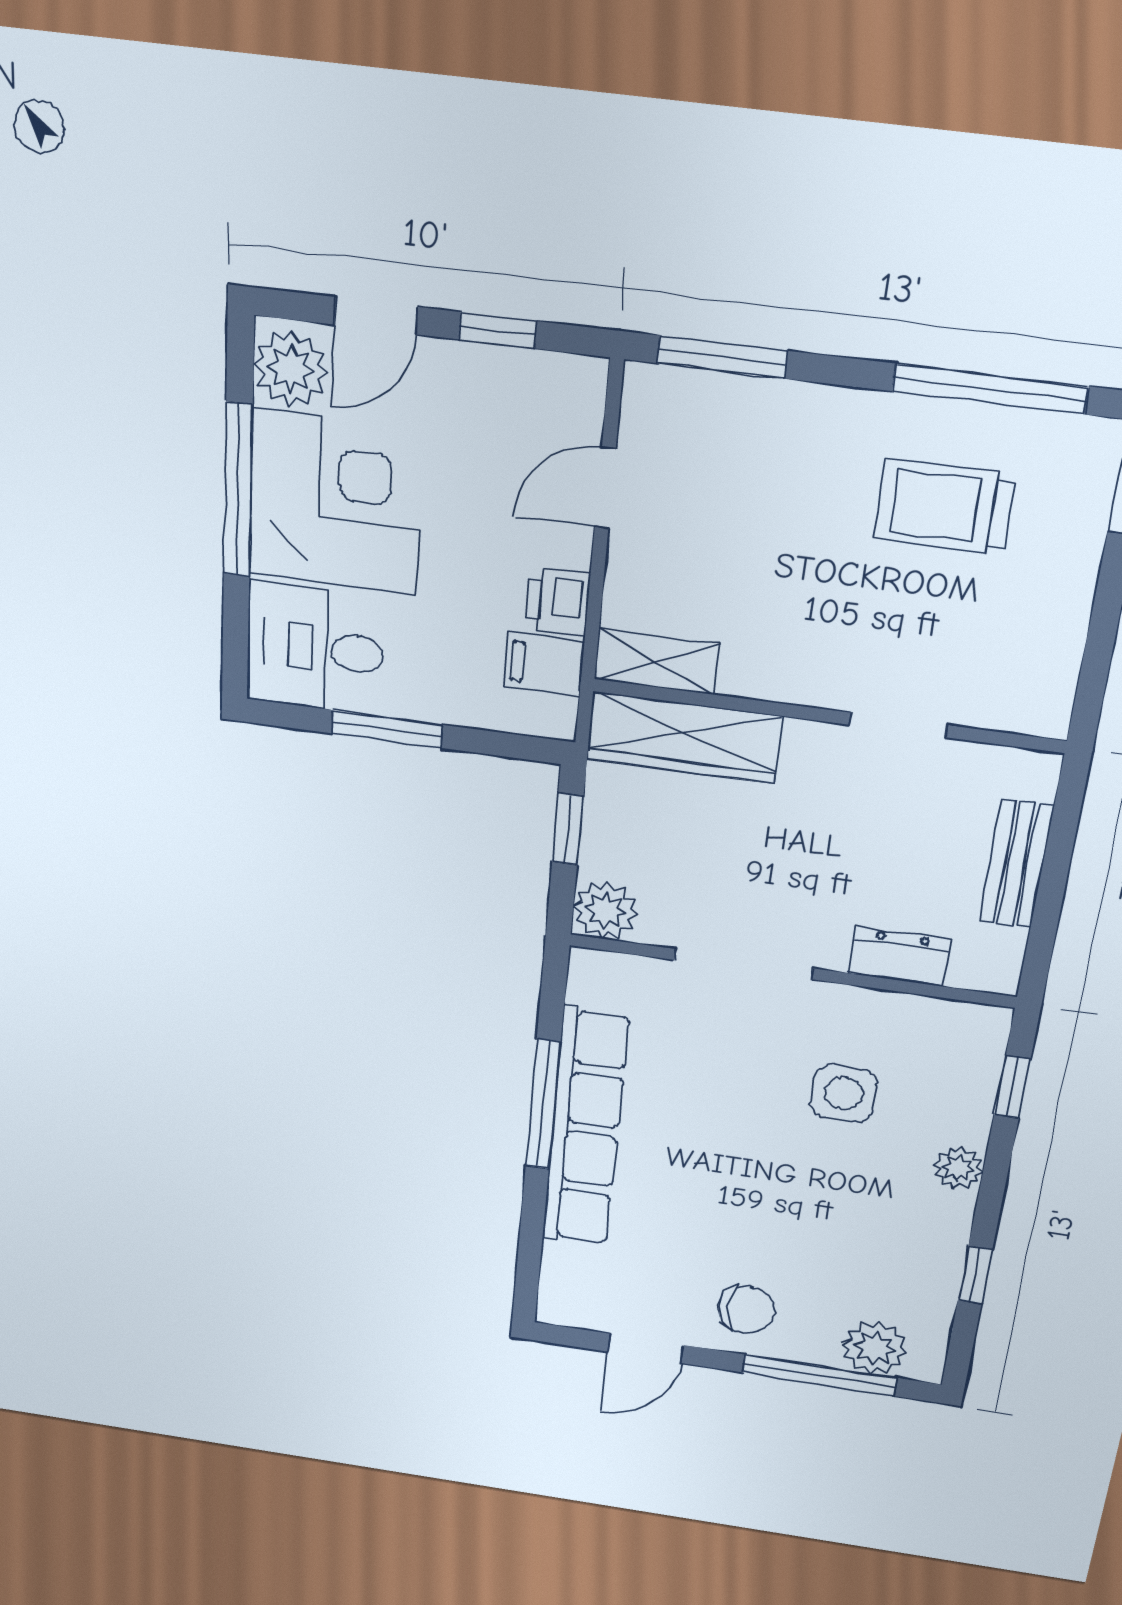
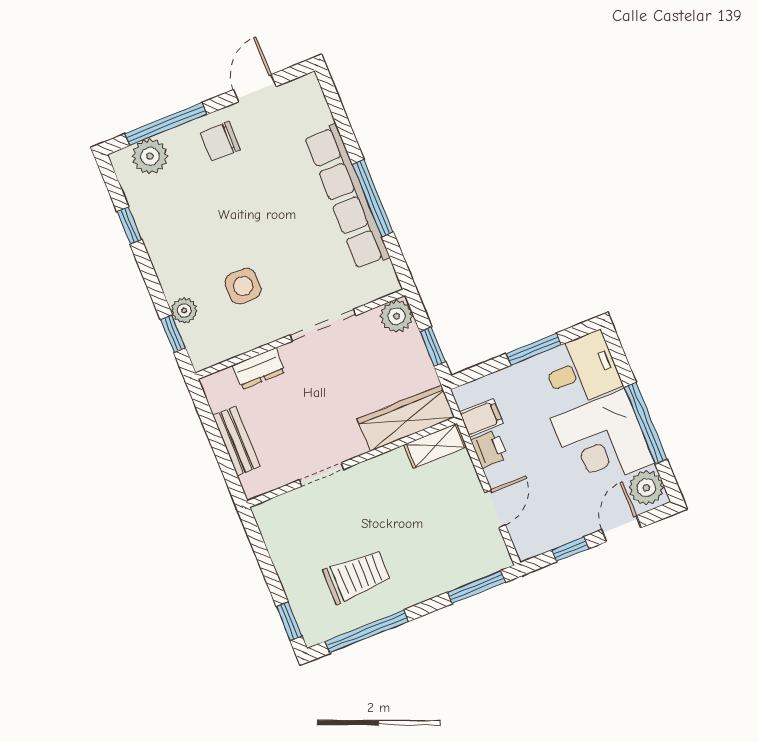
plant: (958, 1168) -> (184, 310), moved

